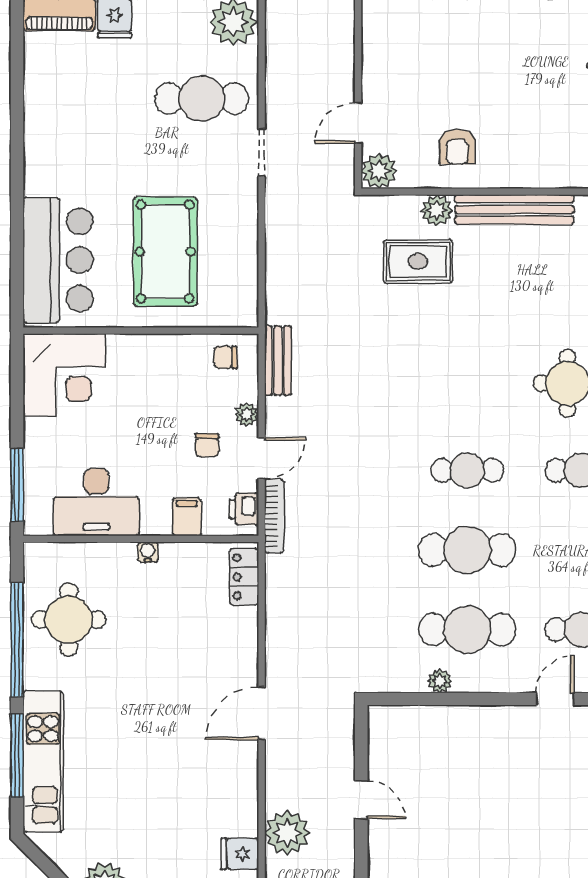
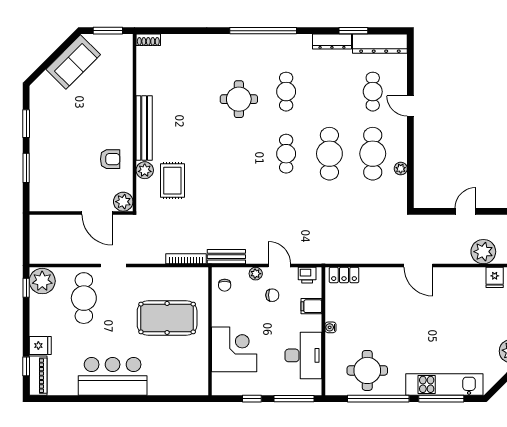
door: (358, 123) -> (97, 213), width x1.38
bar counter: (58, 260) -> (113, 376), moved
corner desk: (64, 375) -> (234, 349), moved
window: (17, 408) -> (252, 399), added
bookcase: (274, 516) -> (186, 259), moved

